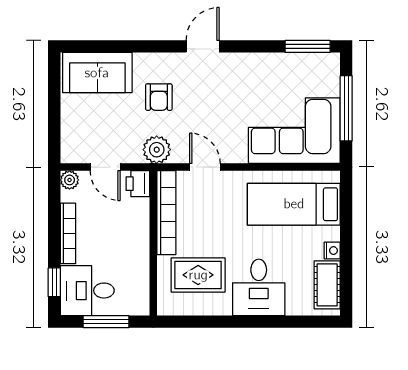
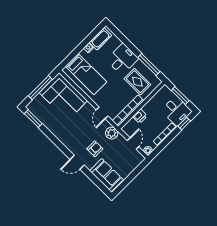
door: (203, 46) -> (77, 162), moved
printer: (138, 184) -> (140, 116), moved
window: (207, 322) -> (149, 64), added

